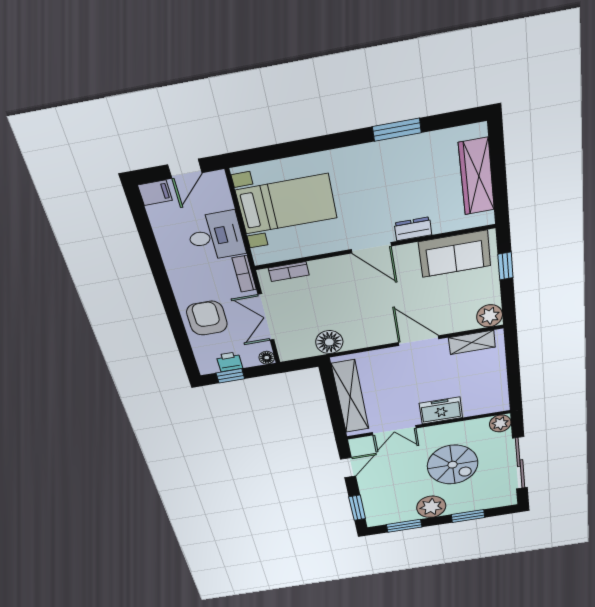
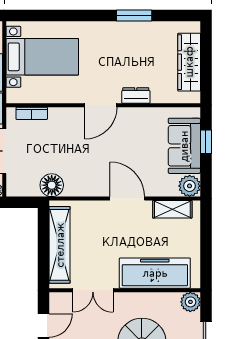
door: (371, 248) -> (101, 105), hinge flipped
sofa: (455, 254) -> (184, 146), moved, turned 90
freezer: (441, 410) -> (155, 273), width x1.91, depth x1.26

